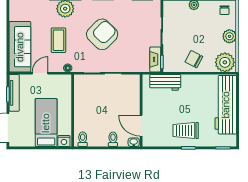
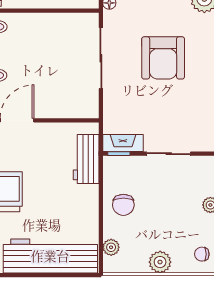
armchair: (102, 34) -> (163, 58), turned 46
chair: (194, 59) -> (123, 205), turned 152
plant: (225, 62) -> (111, 247), width x0.53, depth x0.53

